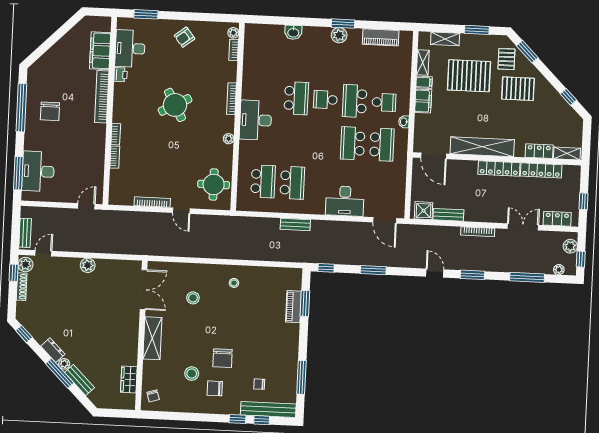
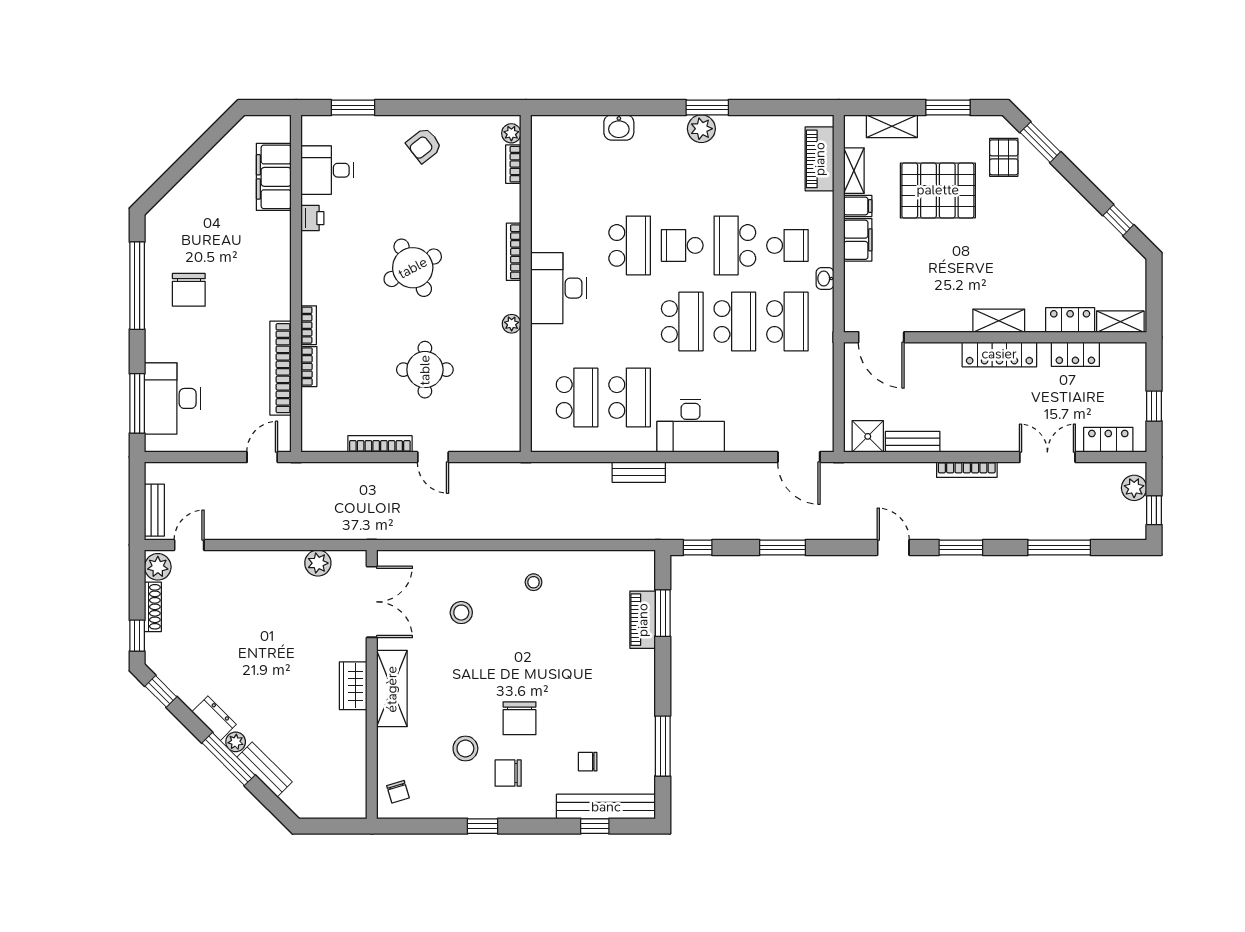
piano: (381, 37) -> (820, 159), moved, turned 90
desk: (130, 48) -> (327, 170), width x0.73
pallet: (518, 89) -> (1027, 210), removed
bookcase: (102, 97) -> (280, 368), moved
school desk: (323, 142) -> (682, 321), added
school desk: (353, 143) -> (735, 321), turned 180
shelving: (482, 147) -> (999, 321), width x0.45, depth x0.75
locker: (541, 170) -> (1075, 354), width x0.66
round table: (214, 184) -> (425, 370), moved
desk: (345, 201) -> (691, 426), moved
plant: (88, 265) -> (318, 563), moved
plant: (559, 270) -> (1116, 531), removed
window: (14, 273) -> (137, 636), moved
wardrobe: (129, 380) -> (353, 686), moved
window: (238, 419) -> (483, 826), moved

